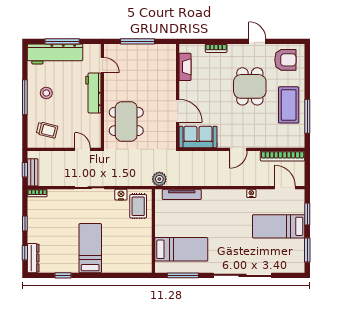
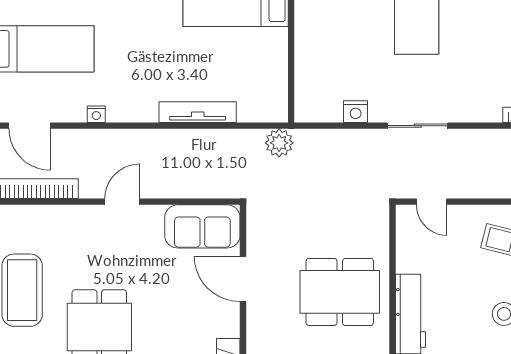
dining table: (126, 121) -> (340, 292), moved, turned 90
tv unit: (182, 194) -> (198, 112), moved
rug: (138, 206) -> (321, 89), removed

